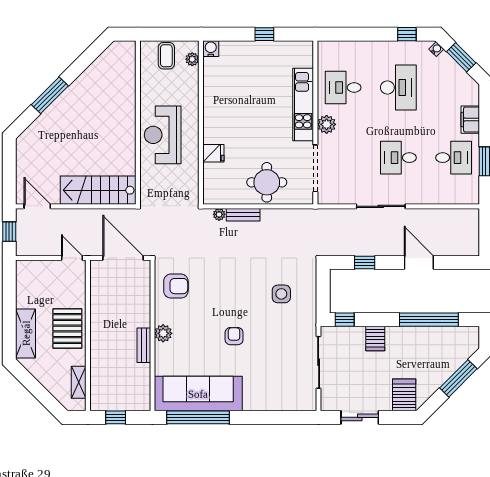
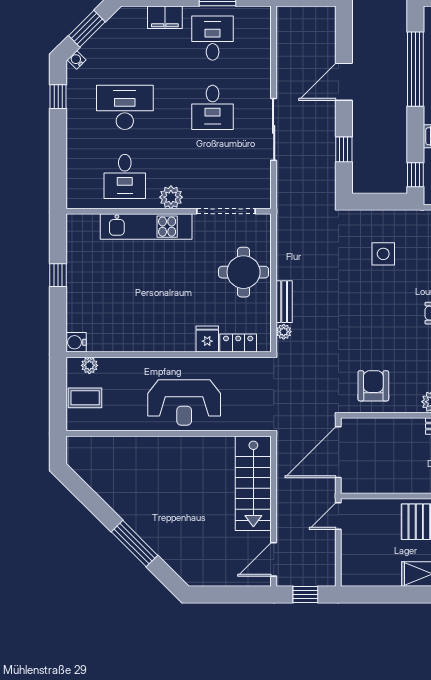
locker: (210, 178) -> (238, 343), added

